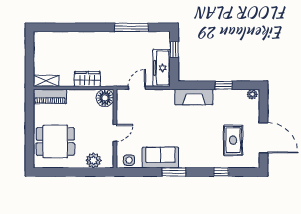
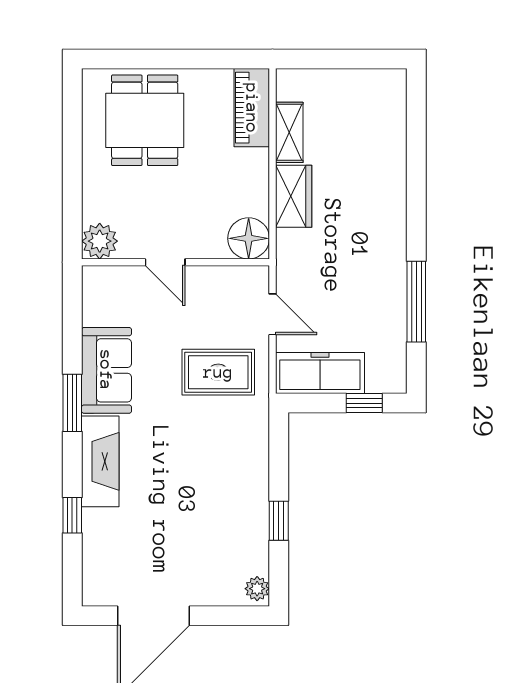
shelving: (46, 81) -> (289, 132), moved
fireplace: (194, 97) -> (100, 461), moved, turned 180
rug: (233, 140) -> (218, 372), moved
plant: (94, 160) -> (100, 241), moved
side table: (129, 160) -> (100, 296), removed

